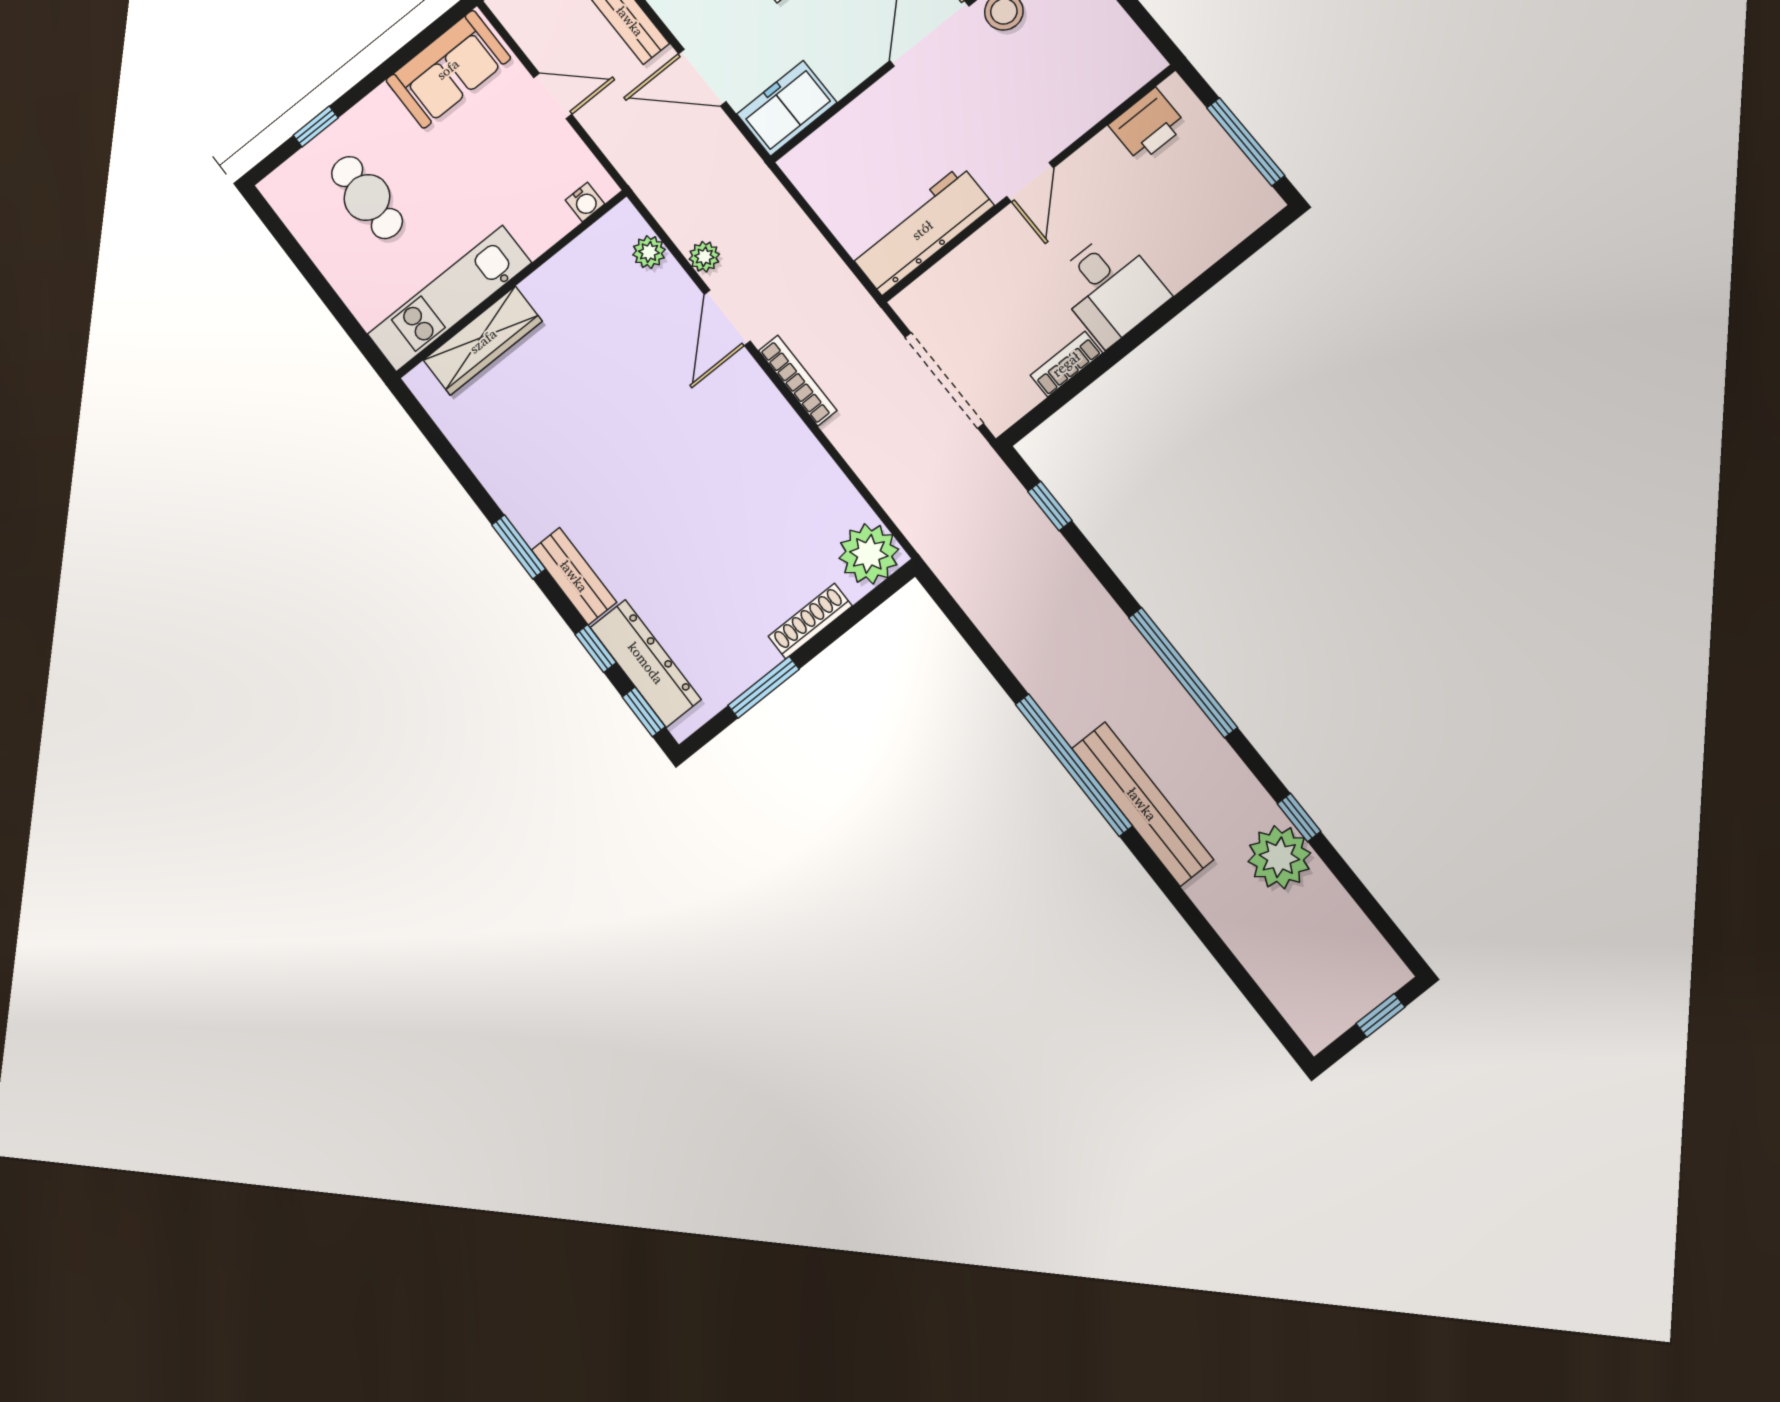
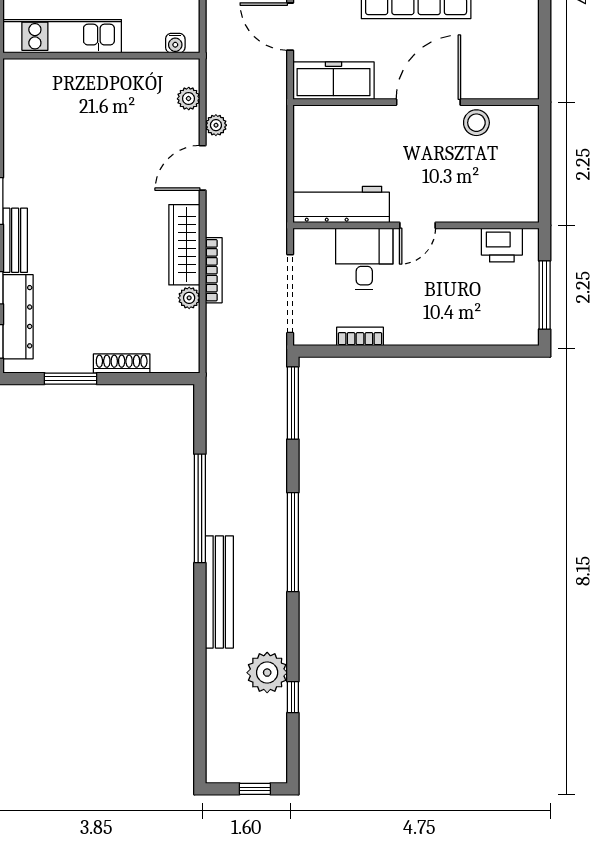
freezer: (787, 108) -> (333, 81), width x1.40
desk: (1110, 288) -> (364, 259), moved, turned 180
wardrobe: (483, 341) -> (184, 245), moved, turned 90
bookcase: (798, 381) -> (214, 270), moved
window: (1050, 506) -> (293, 403), width x2.17
plant: (869, 554) -> (189, 298), moved, width x0.53, depth x0.53
window: (1074, 765) -> (200, 508), moved
window: (1299, 817) -> (293, 697), moved

